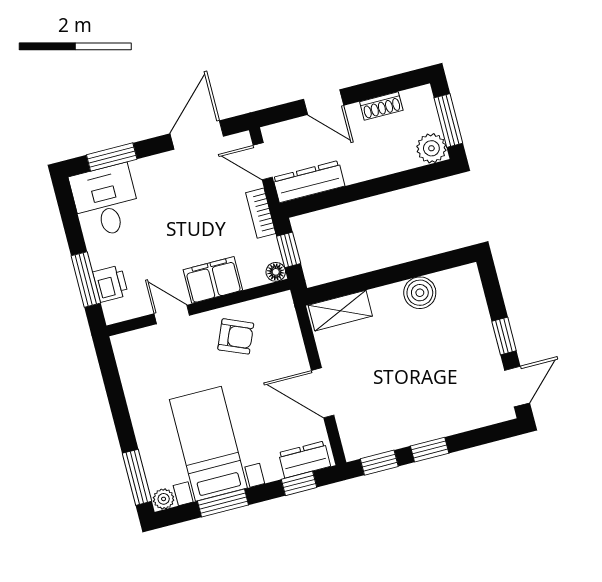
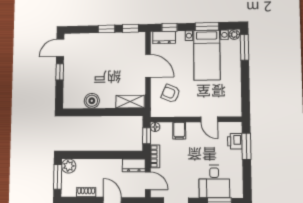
dresser: (309, 182) -> (134, 165), width x0.70
desk: (106, 201) -> (214, 181), moved
filing cabinet: (213, 280) -> (179, 131), width x0.50
armchair: (236, 336) -> (171, 93), moved

